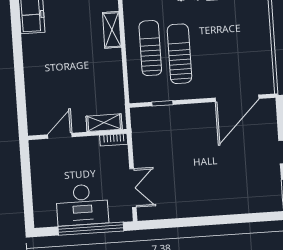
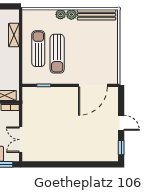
sun lounger: (179, 54) -> (57, 54), turned 180
double door: (133, 188) -> (21, 140), swing flipped

